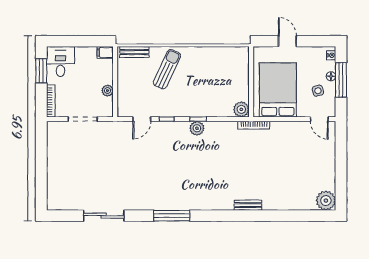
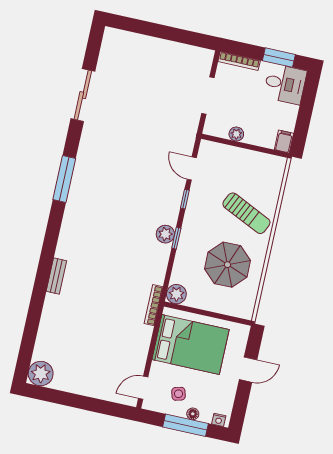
bench: (134, 52) -> (277, 178), removed
parasol: (210, 75) -> (227, 265), added

